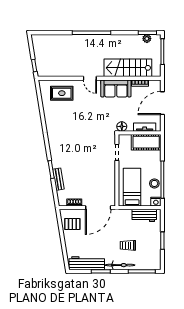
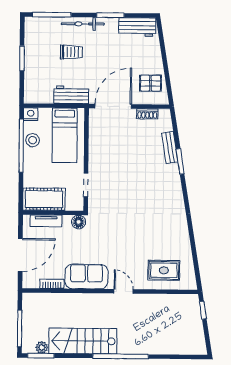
stairs: (128, 68) -> (83, 341), moved, turned 180
workbench: (144, 215) -> (71, 95), moved
workbench: (87, 263) -> (137, 27), width x0.73

